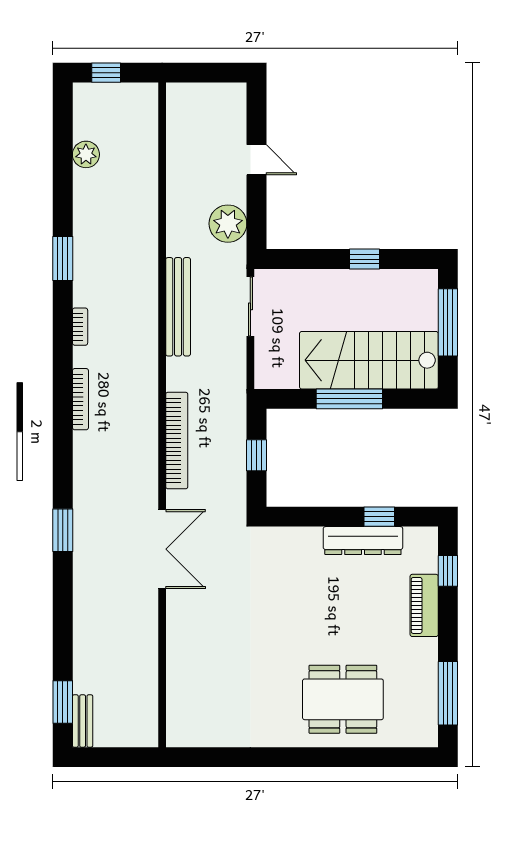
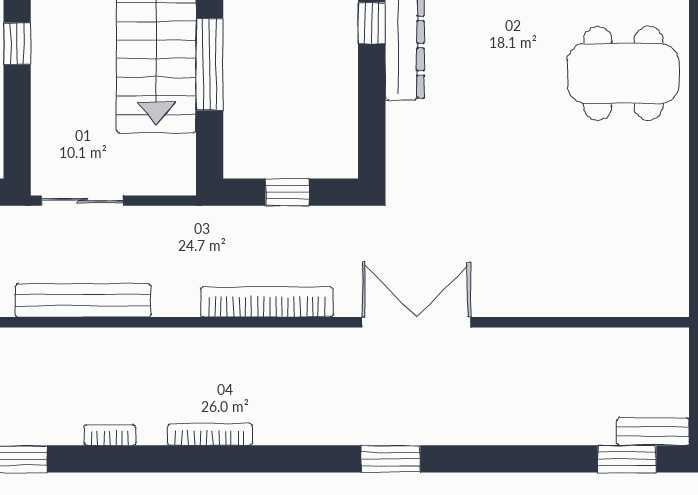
dining table: (343, 699) -> (623, 73), turned 90

